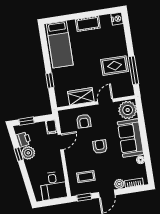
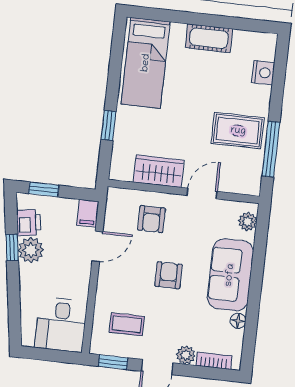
nightstand: (117, 19) -> (263, 73), moved
plant: (128, 110) -> (248, 222), width x0.53, depth x0.53

